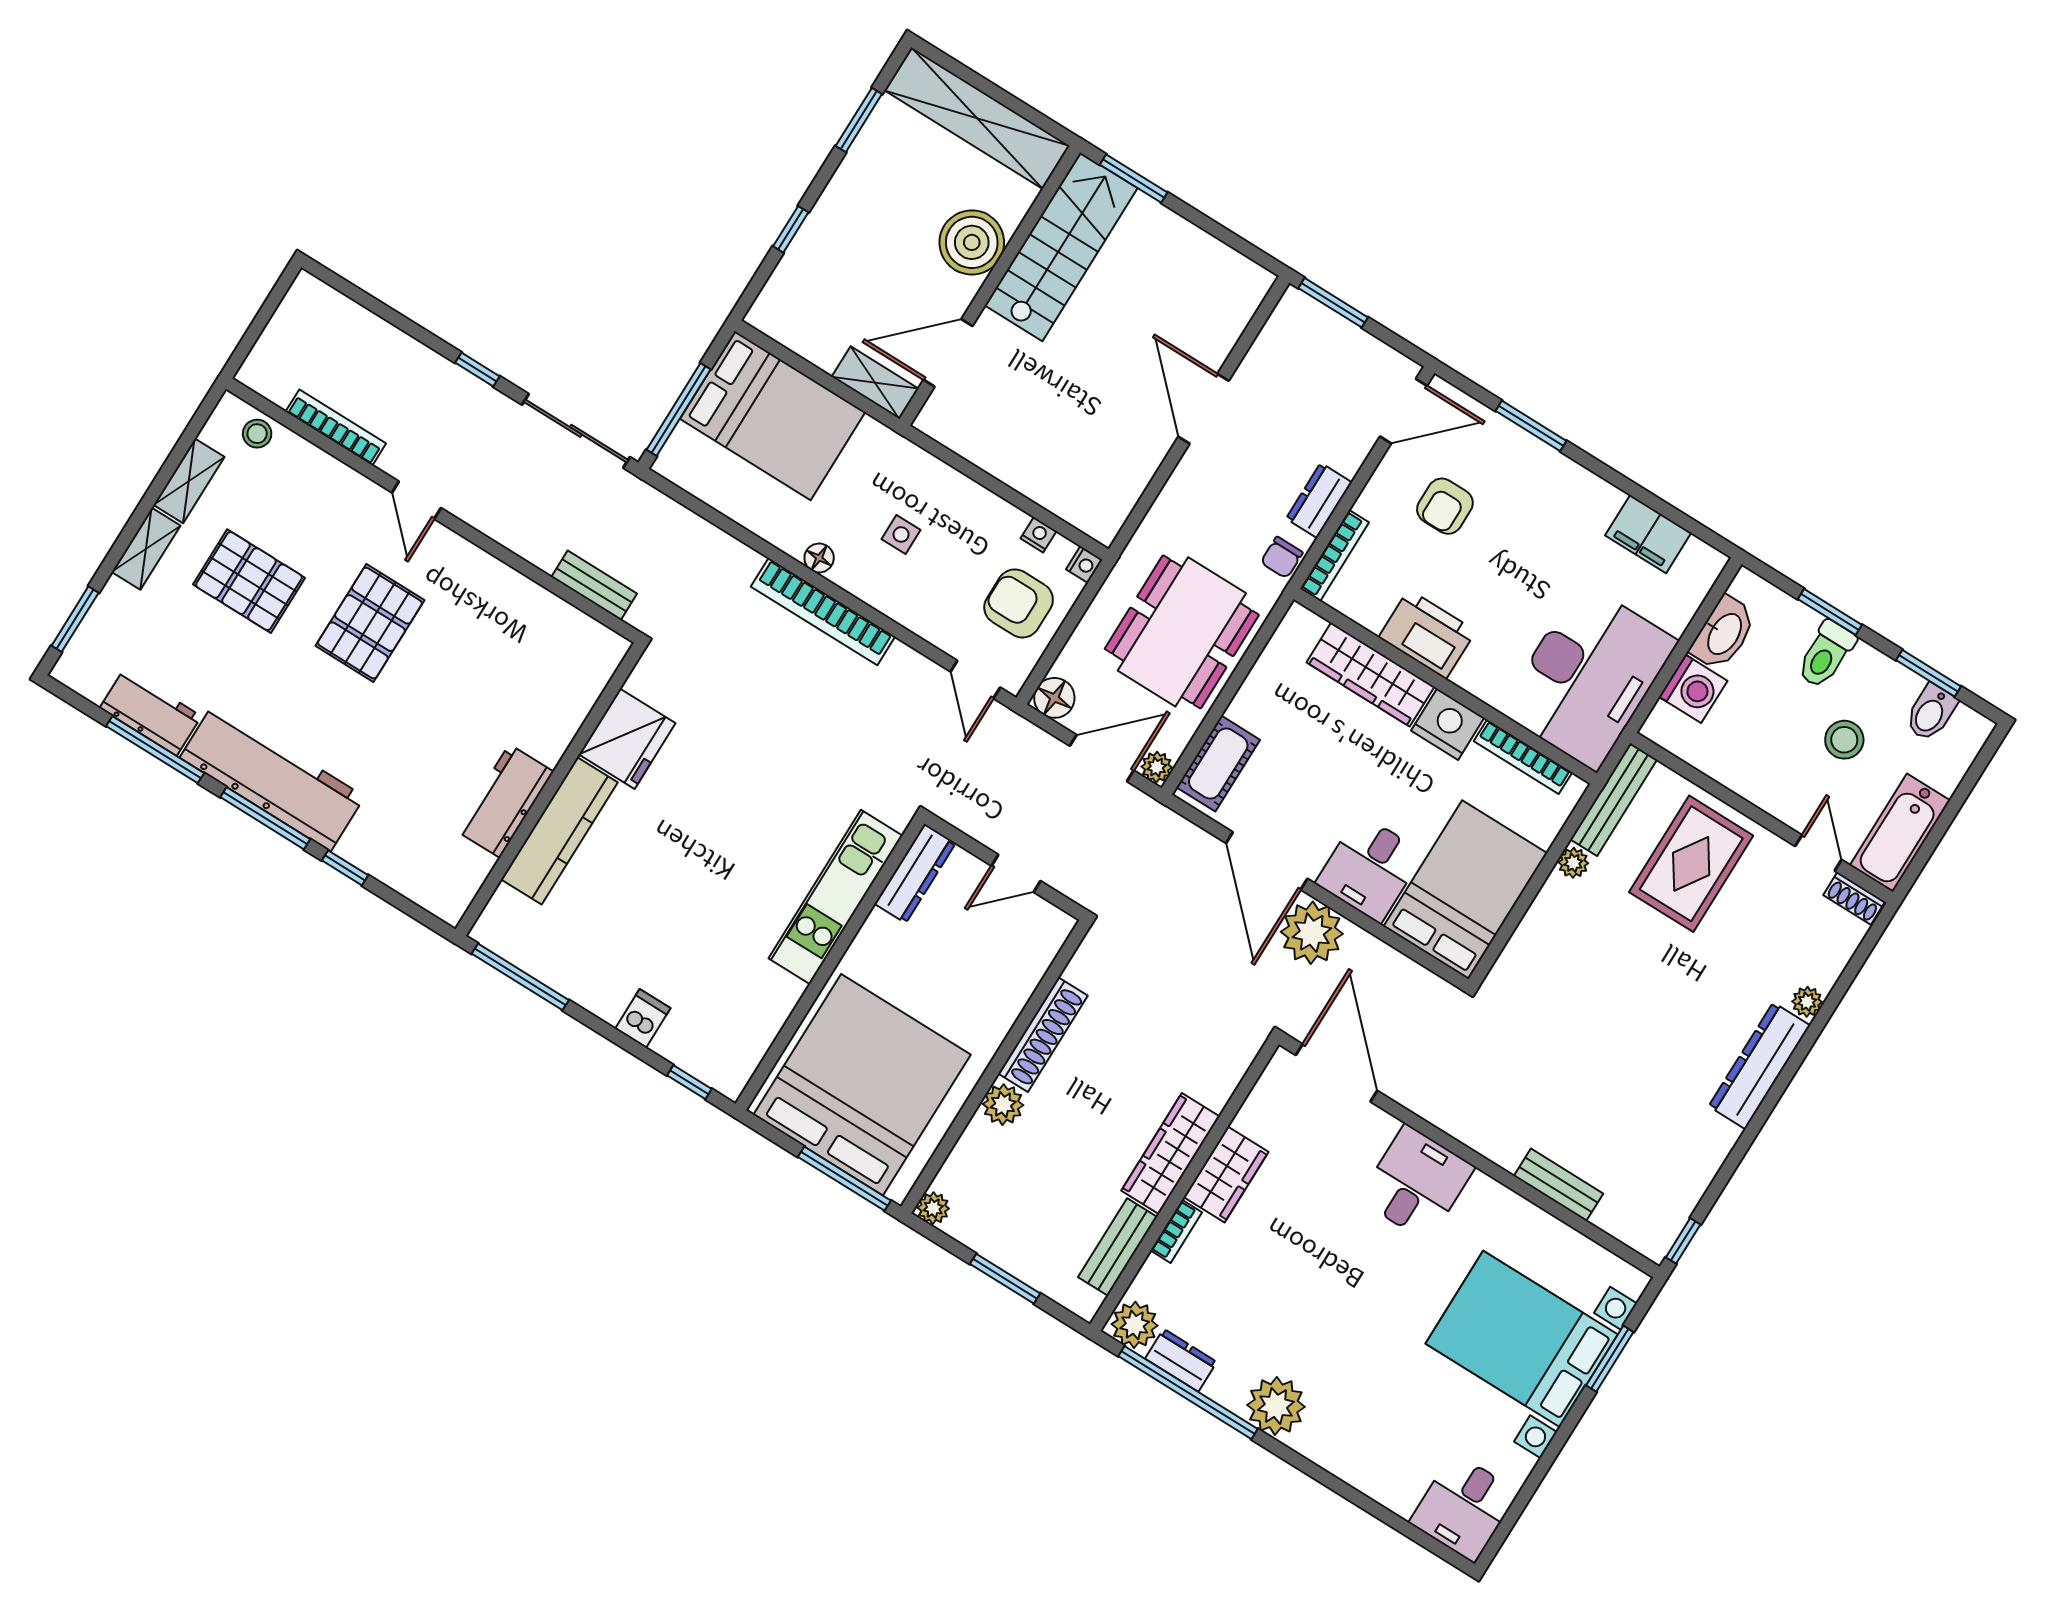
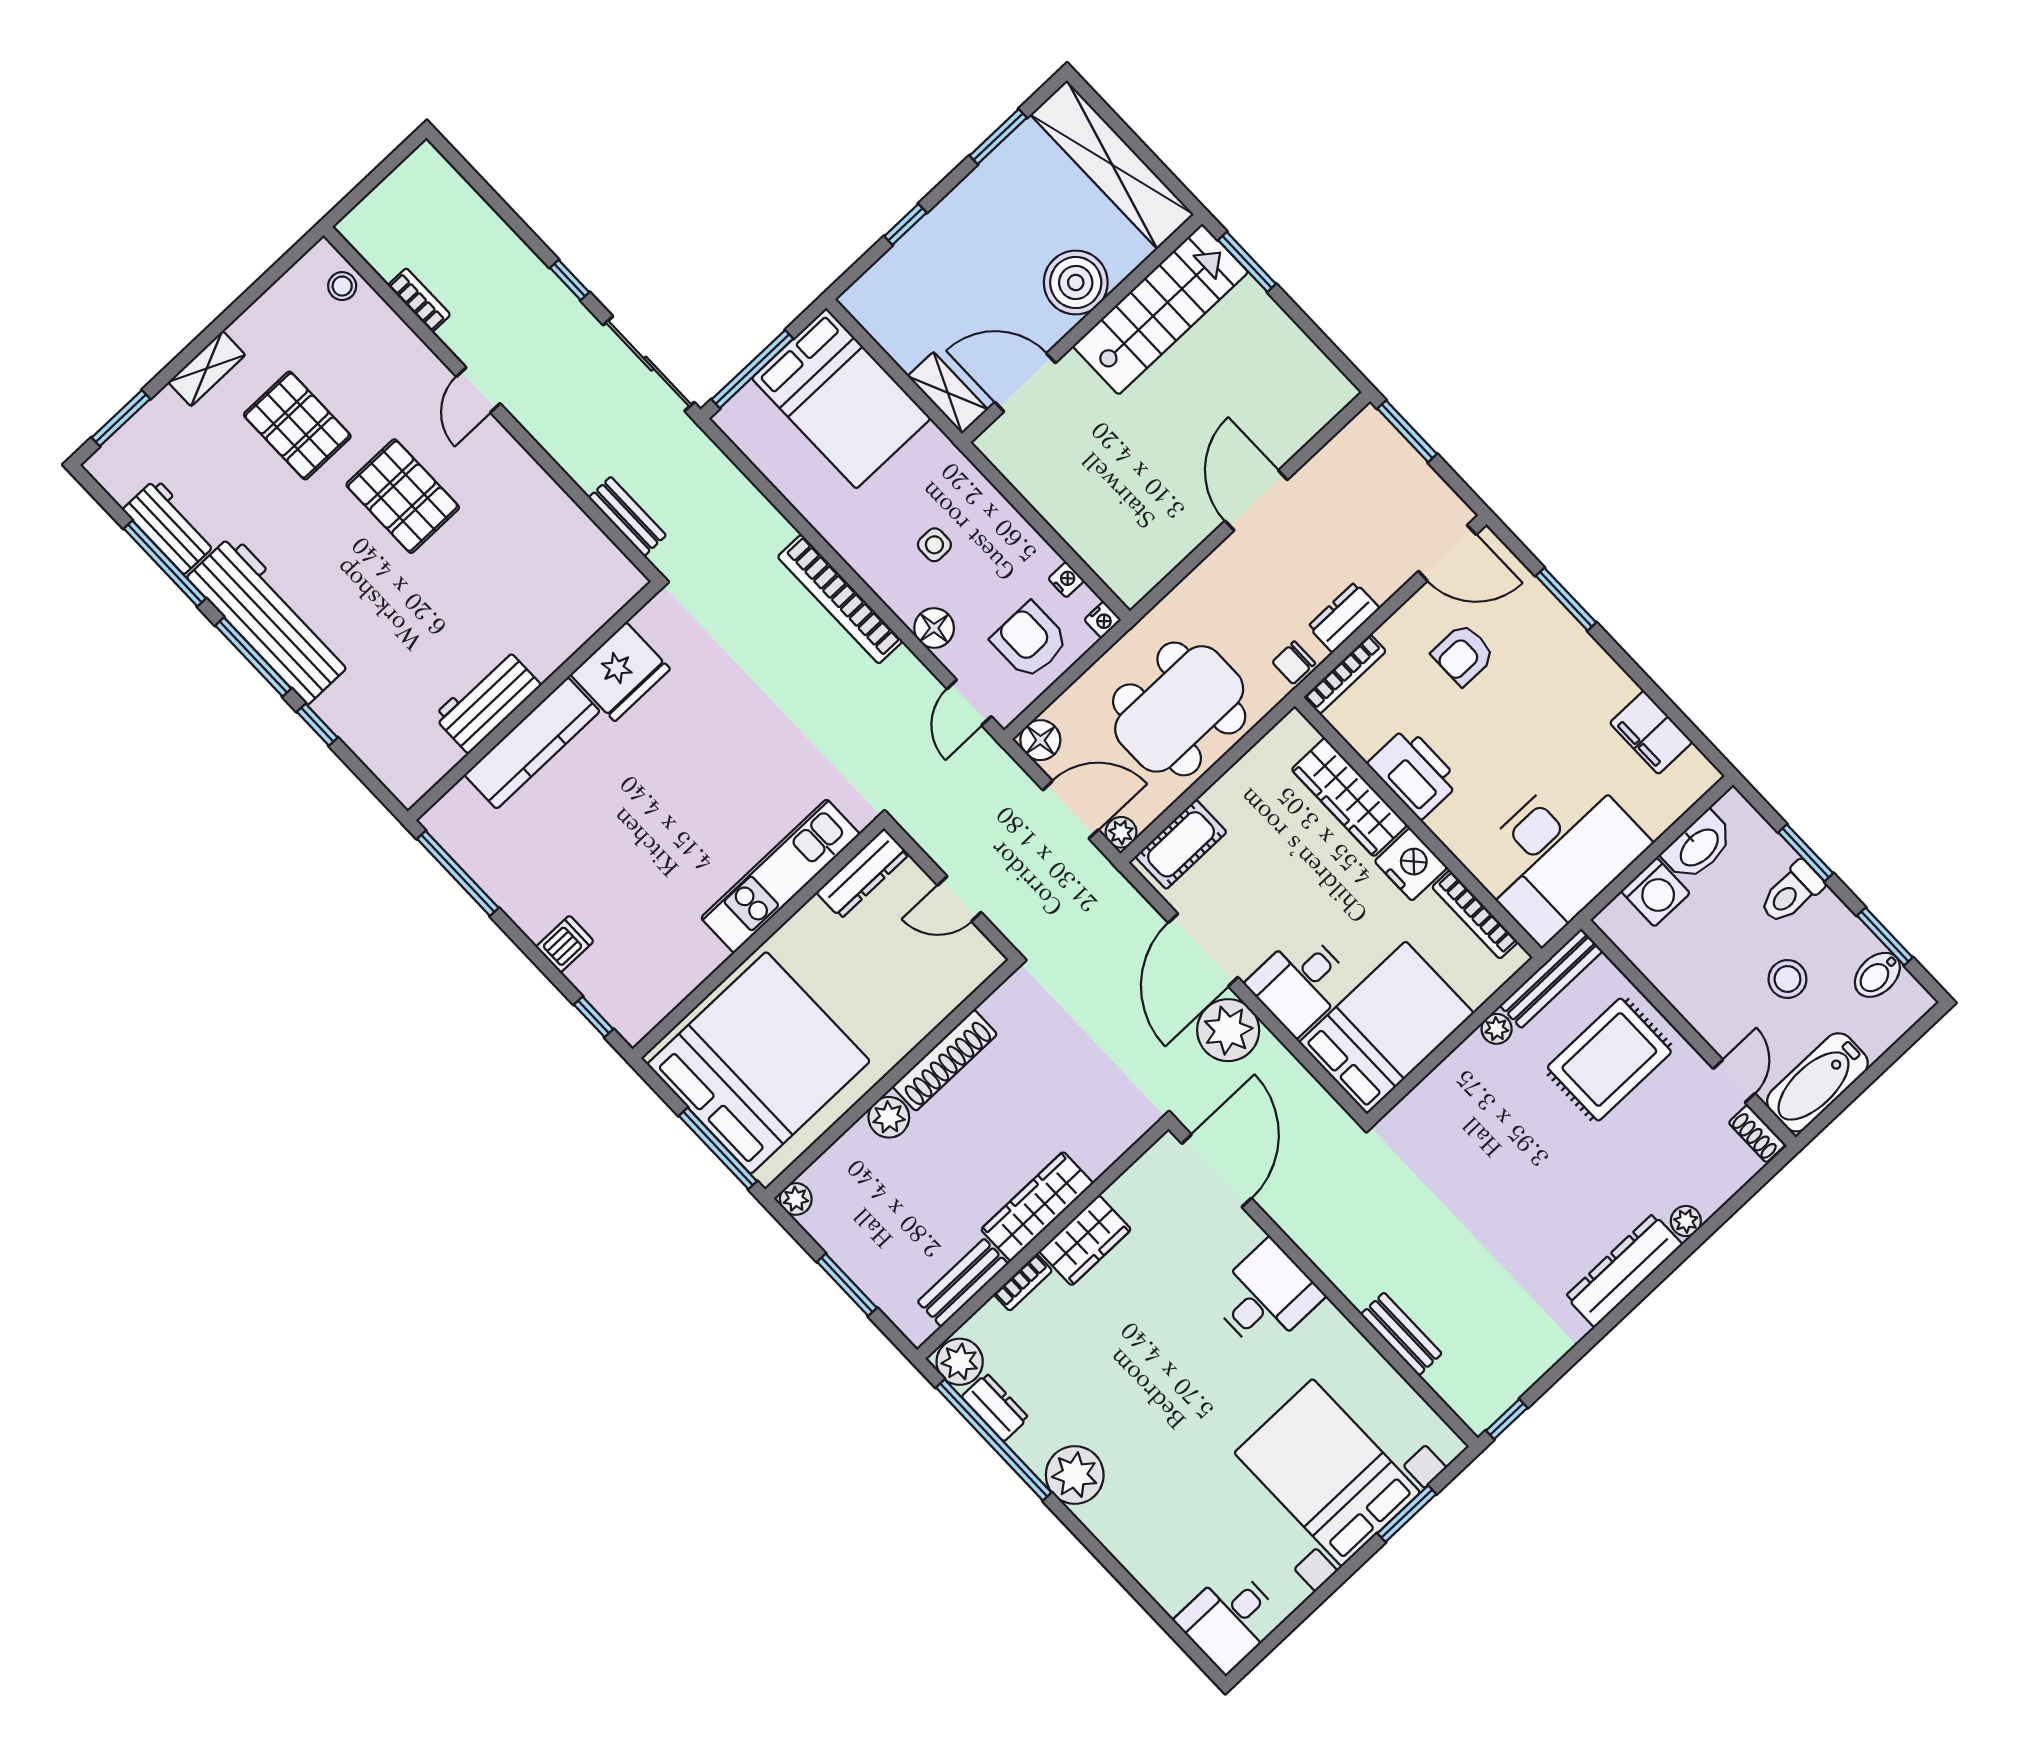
bookcase: (336, 428) -> (419, 300), width x0.64
shelving: (189, 481) -> (265, 314), removed
floor lamp: (819, 558) -> (934, 628), moved, width x1.37, depth x1.37
pallet: (370, 623) -> (403, 496), turned 90

